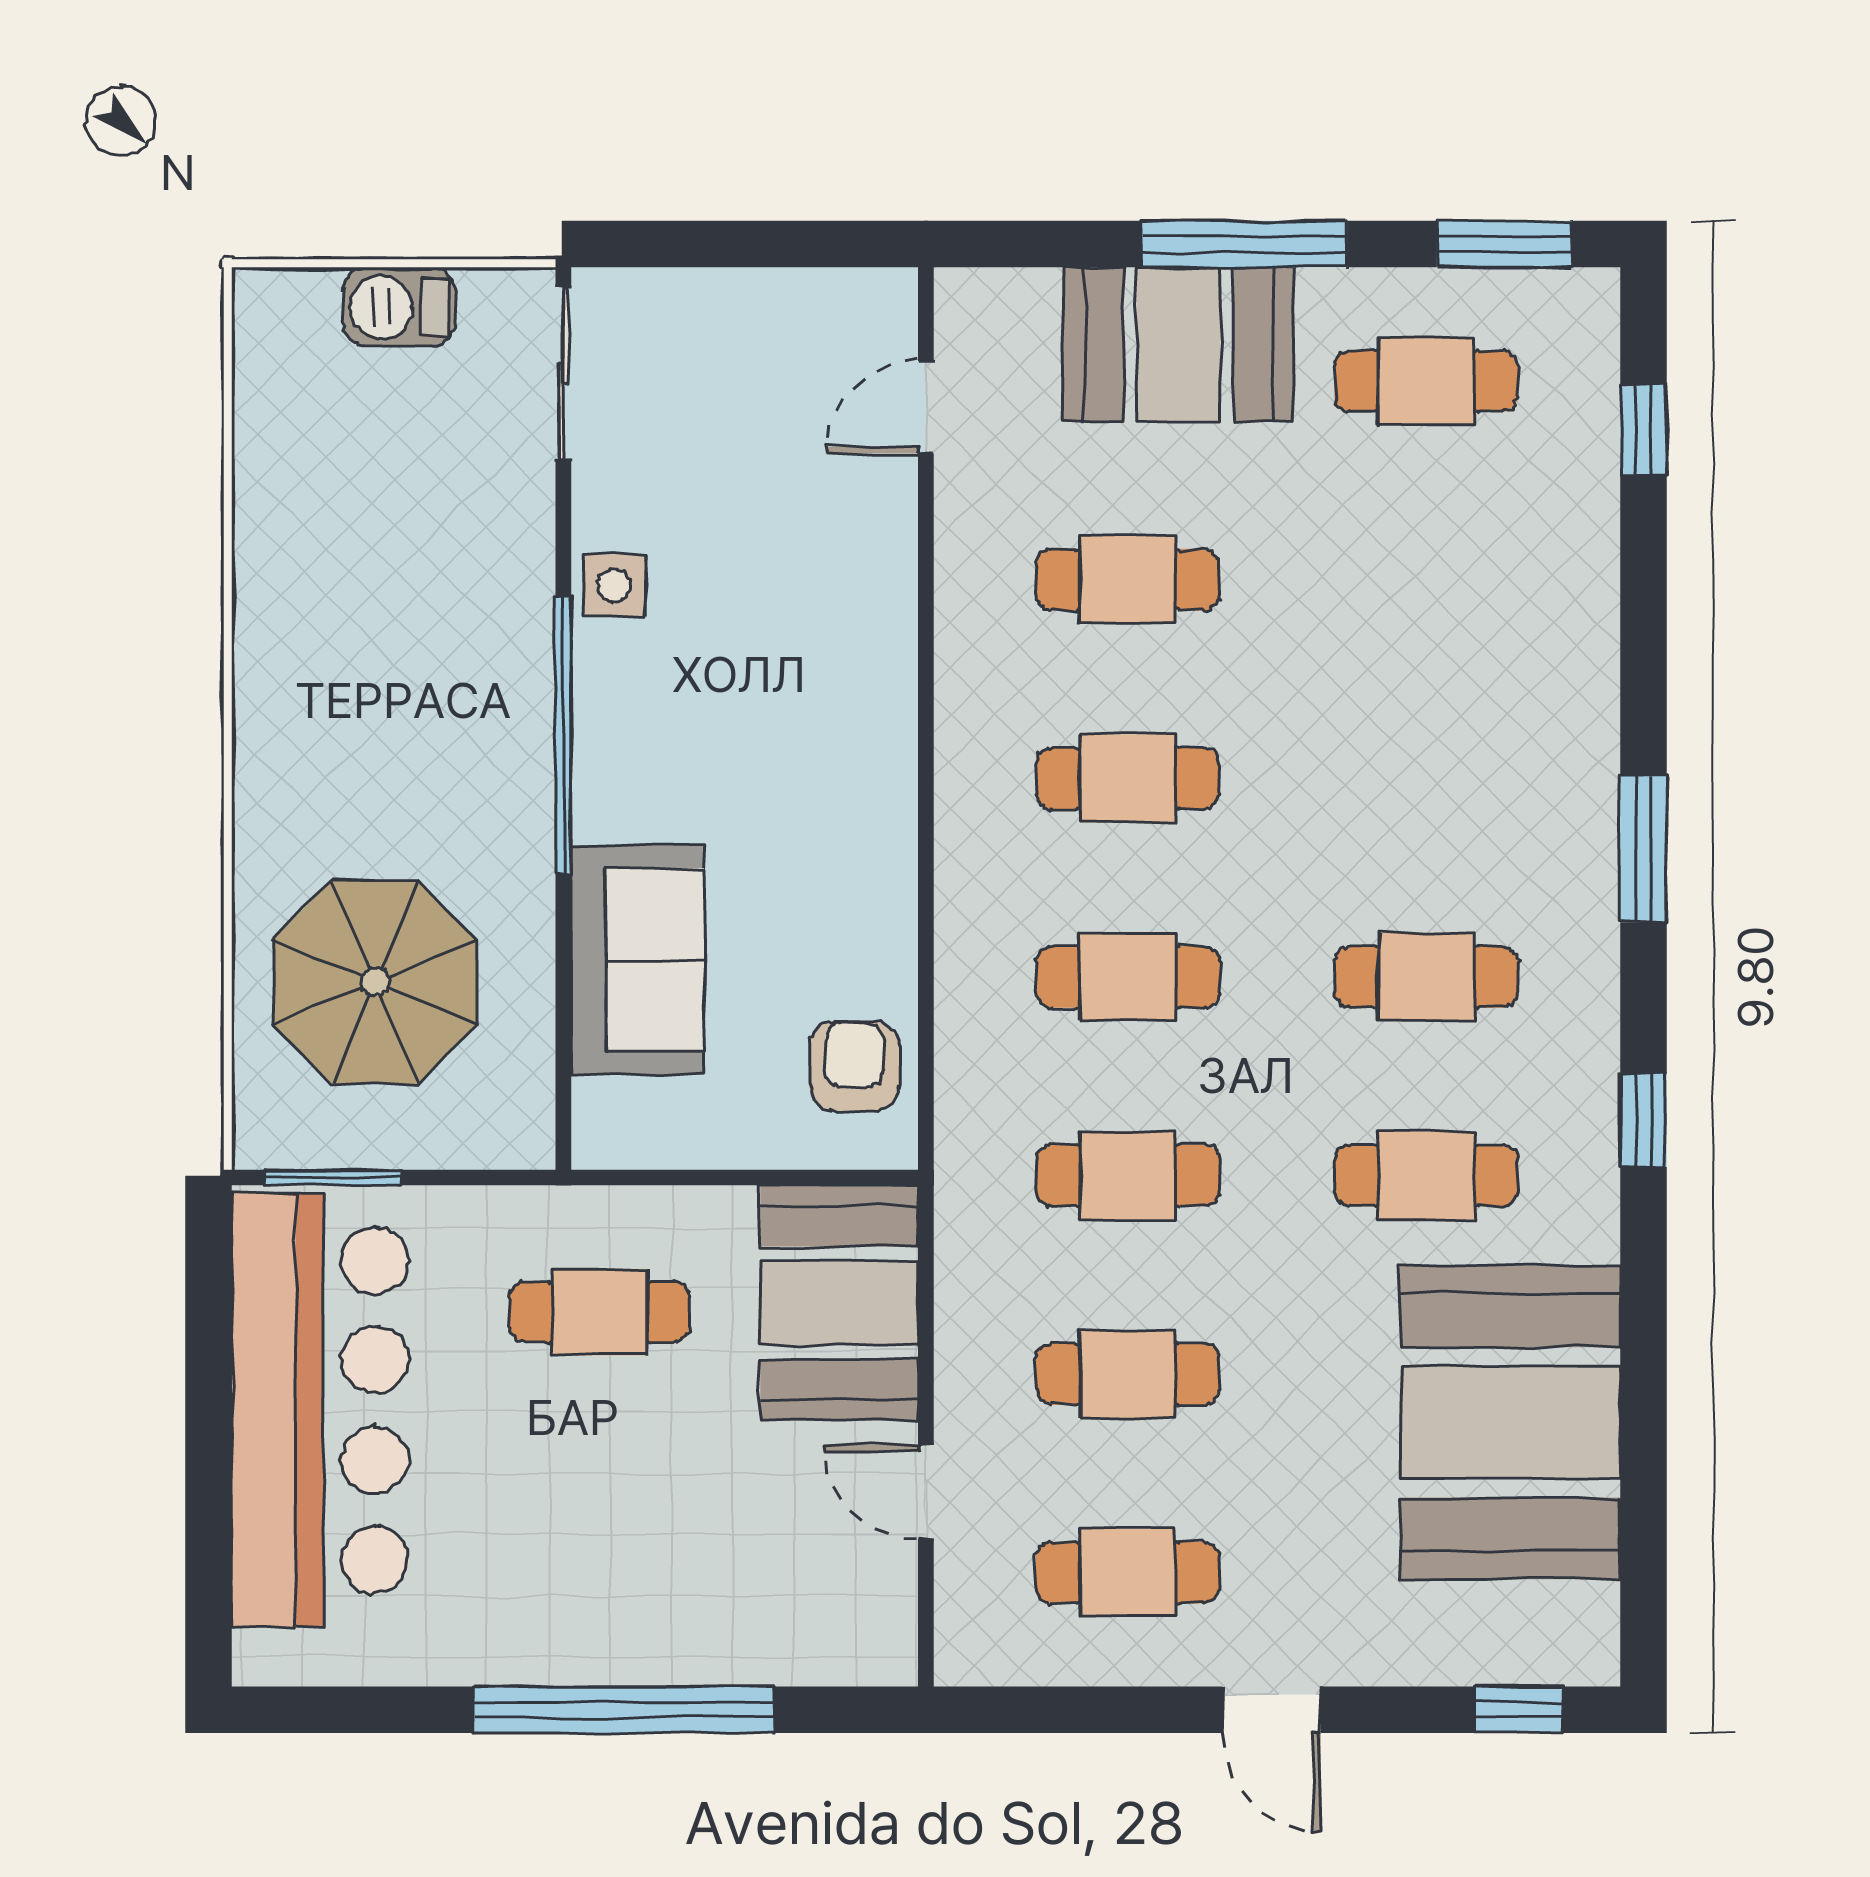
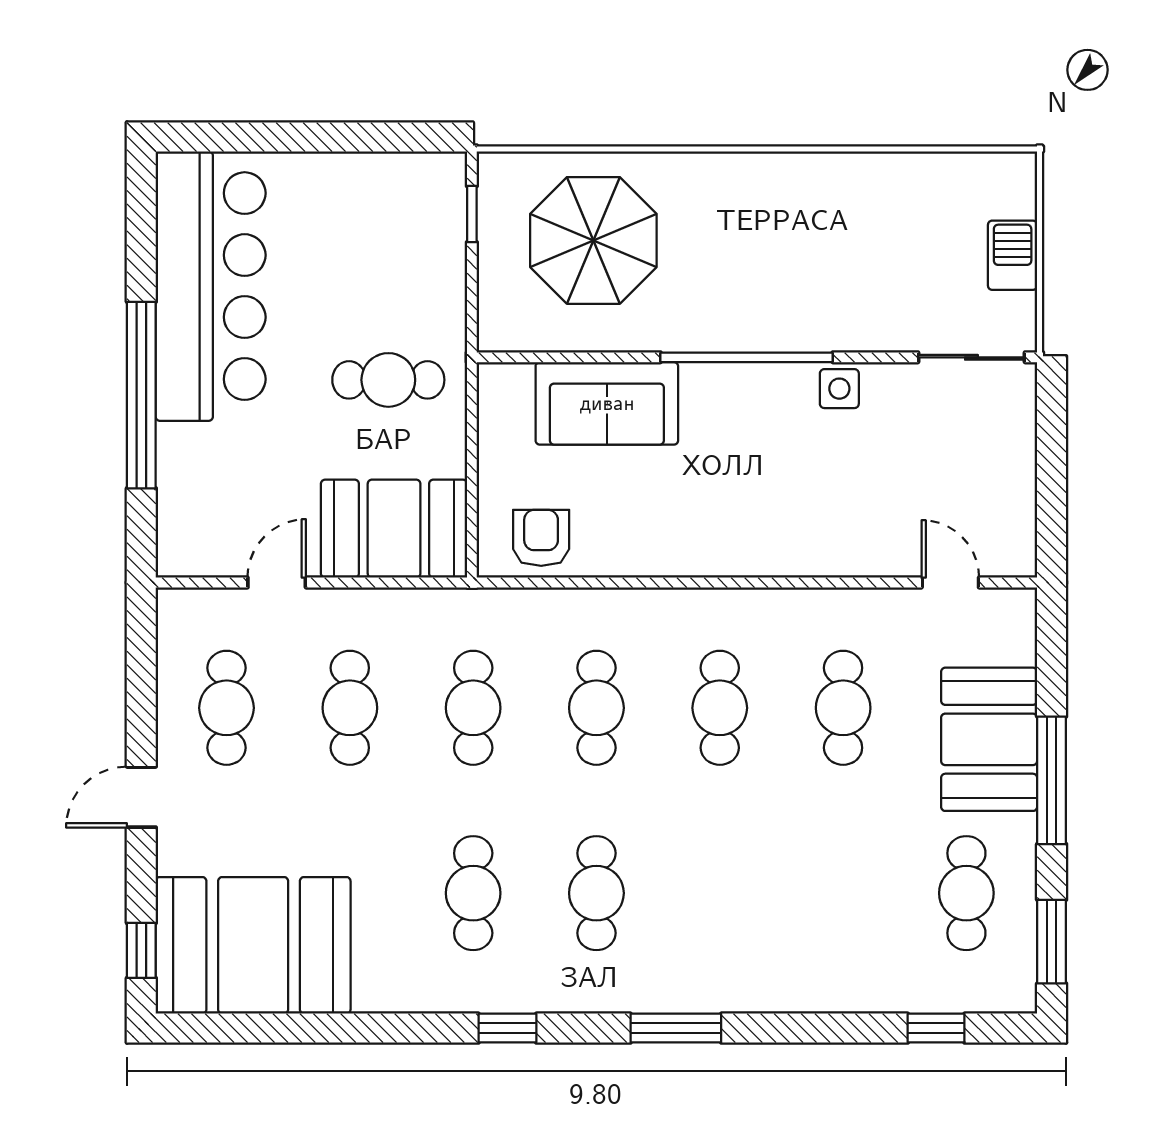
armchair: (854, 1066) -> (541, 538), turned -90
window: (333, 1177) -> (472, 214), width x0.67
cafe table: (600, 1312) -> (388, 380), turned 90
bar counter: (320, 1410) -> (211, 286), moved, turned -90
booth: (1510, 1422) -> (253, 945), moved

